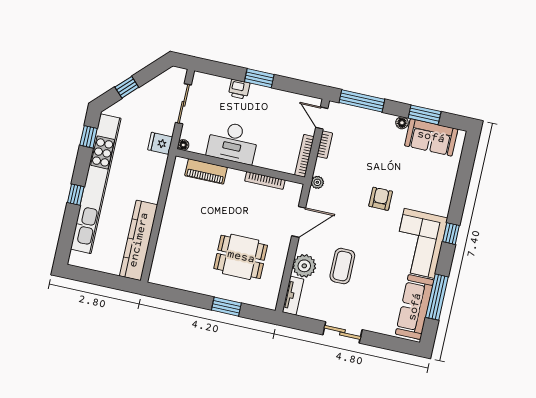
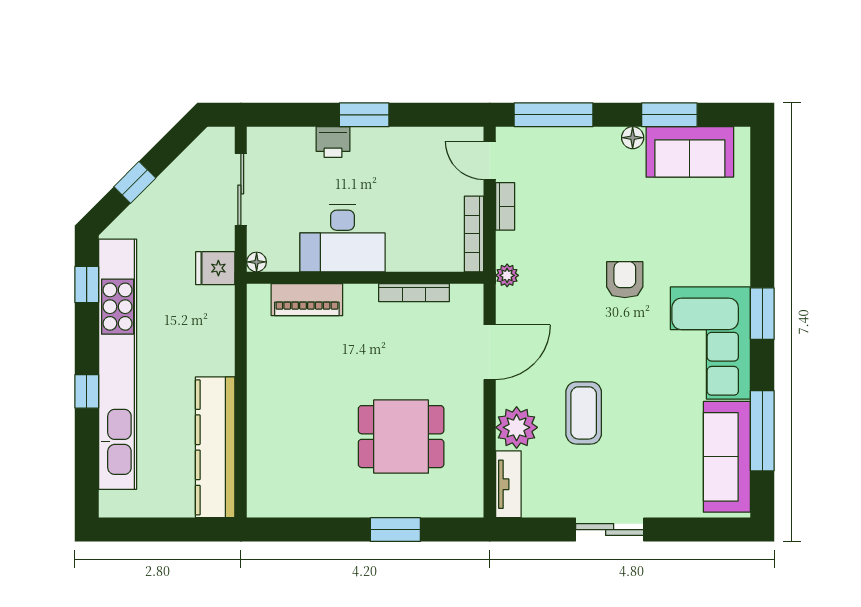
window: (451, 234) -> (762, 314), width x1.50

